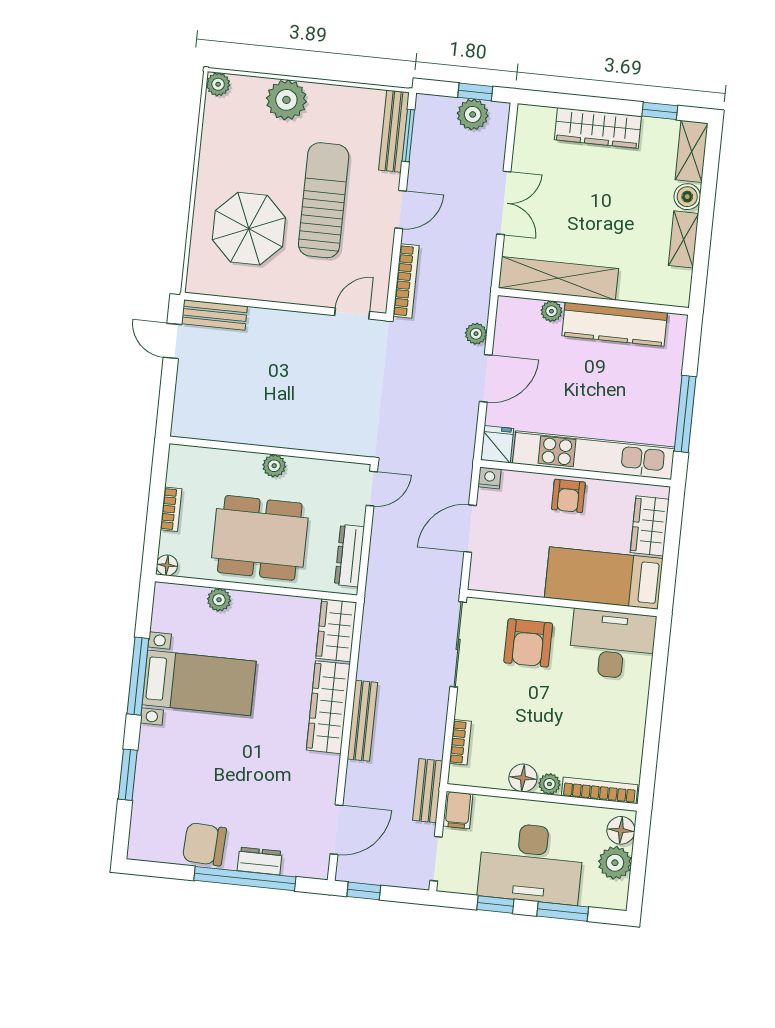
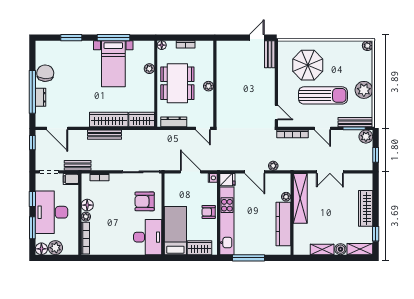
plant: (286, 100) -> (364, 90), moved
plant: (473, 114) -> (366, 137), moved
floor lamp: (621, 830) -> (41, 249), moved

